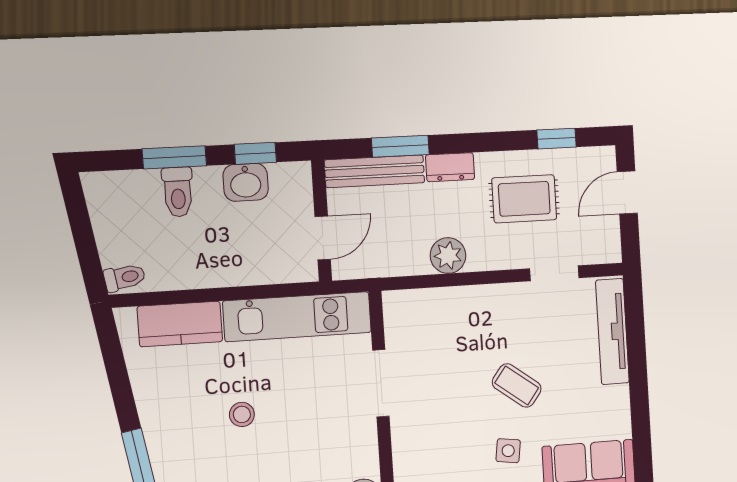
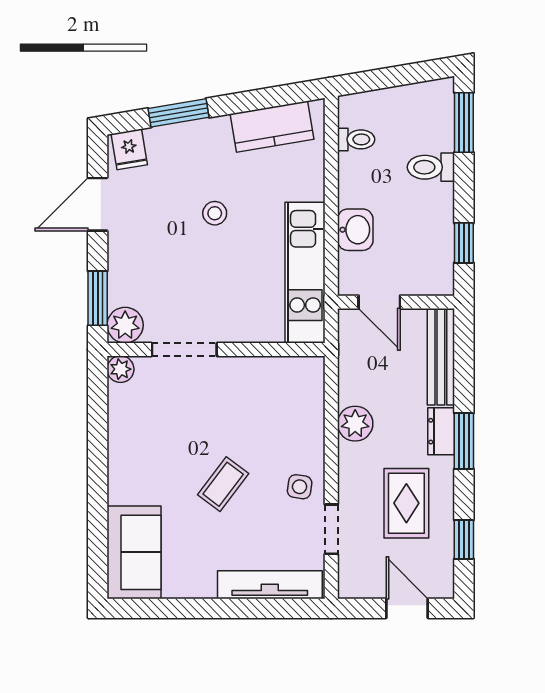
window: (400, 146) -> (464, 441), moved
window: (174, 157) -> (464, 122), moved
washbasin: (246, 182) -> (355, 230), moved, turned 180
toilet: (125, 277) -> (356, 139), moved, turned -80
kitchen counter: (180, 324) -> (272, 127), moved, turned -100
doorway: (381, 383) -> (184, 349), moved
side table: (508, 451) -> (300, 487), moved

